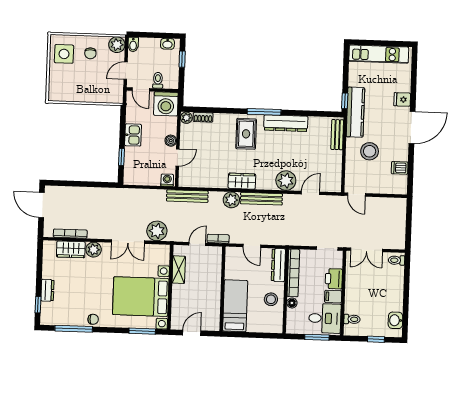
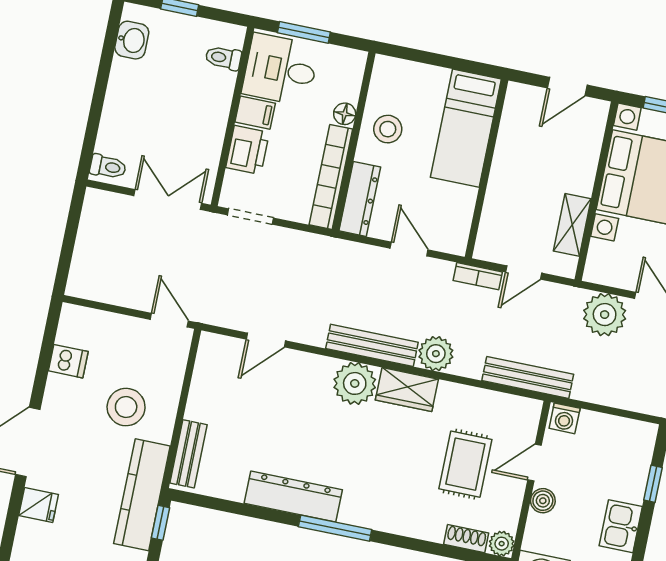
rug: (246, 134) -> (465, 464), moved
plant: (286, 181) -> (355, 383), moved

